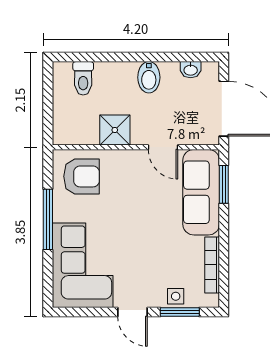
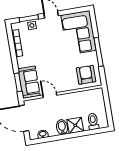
shower: (115, 130) -> (75, 125), moved
armchair: (82, 176) -> (86, 75), turned 90
sofa: (201, 192) -> (29, 82), width x0.73

